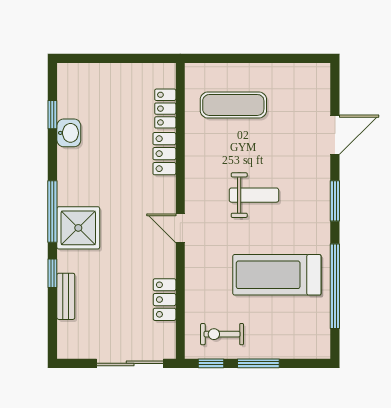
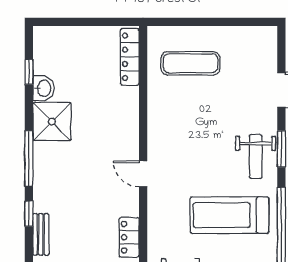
locker: (165, 109) -> (130, 57), width x1.53
locker: (164, 154) -> (129, 107), removed
weight bench: (254, 195) -> (256, 157), moved, turned 90
shower: (78, 228) -> (52, 121), moved

